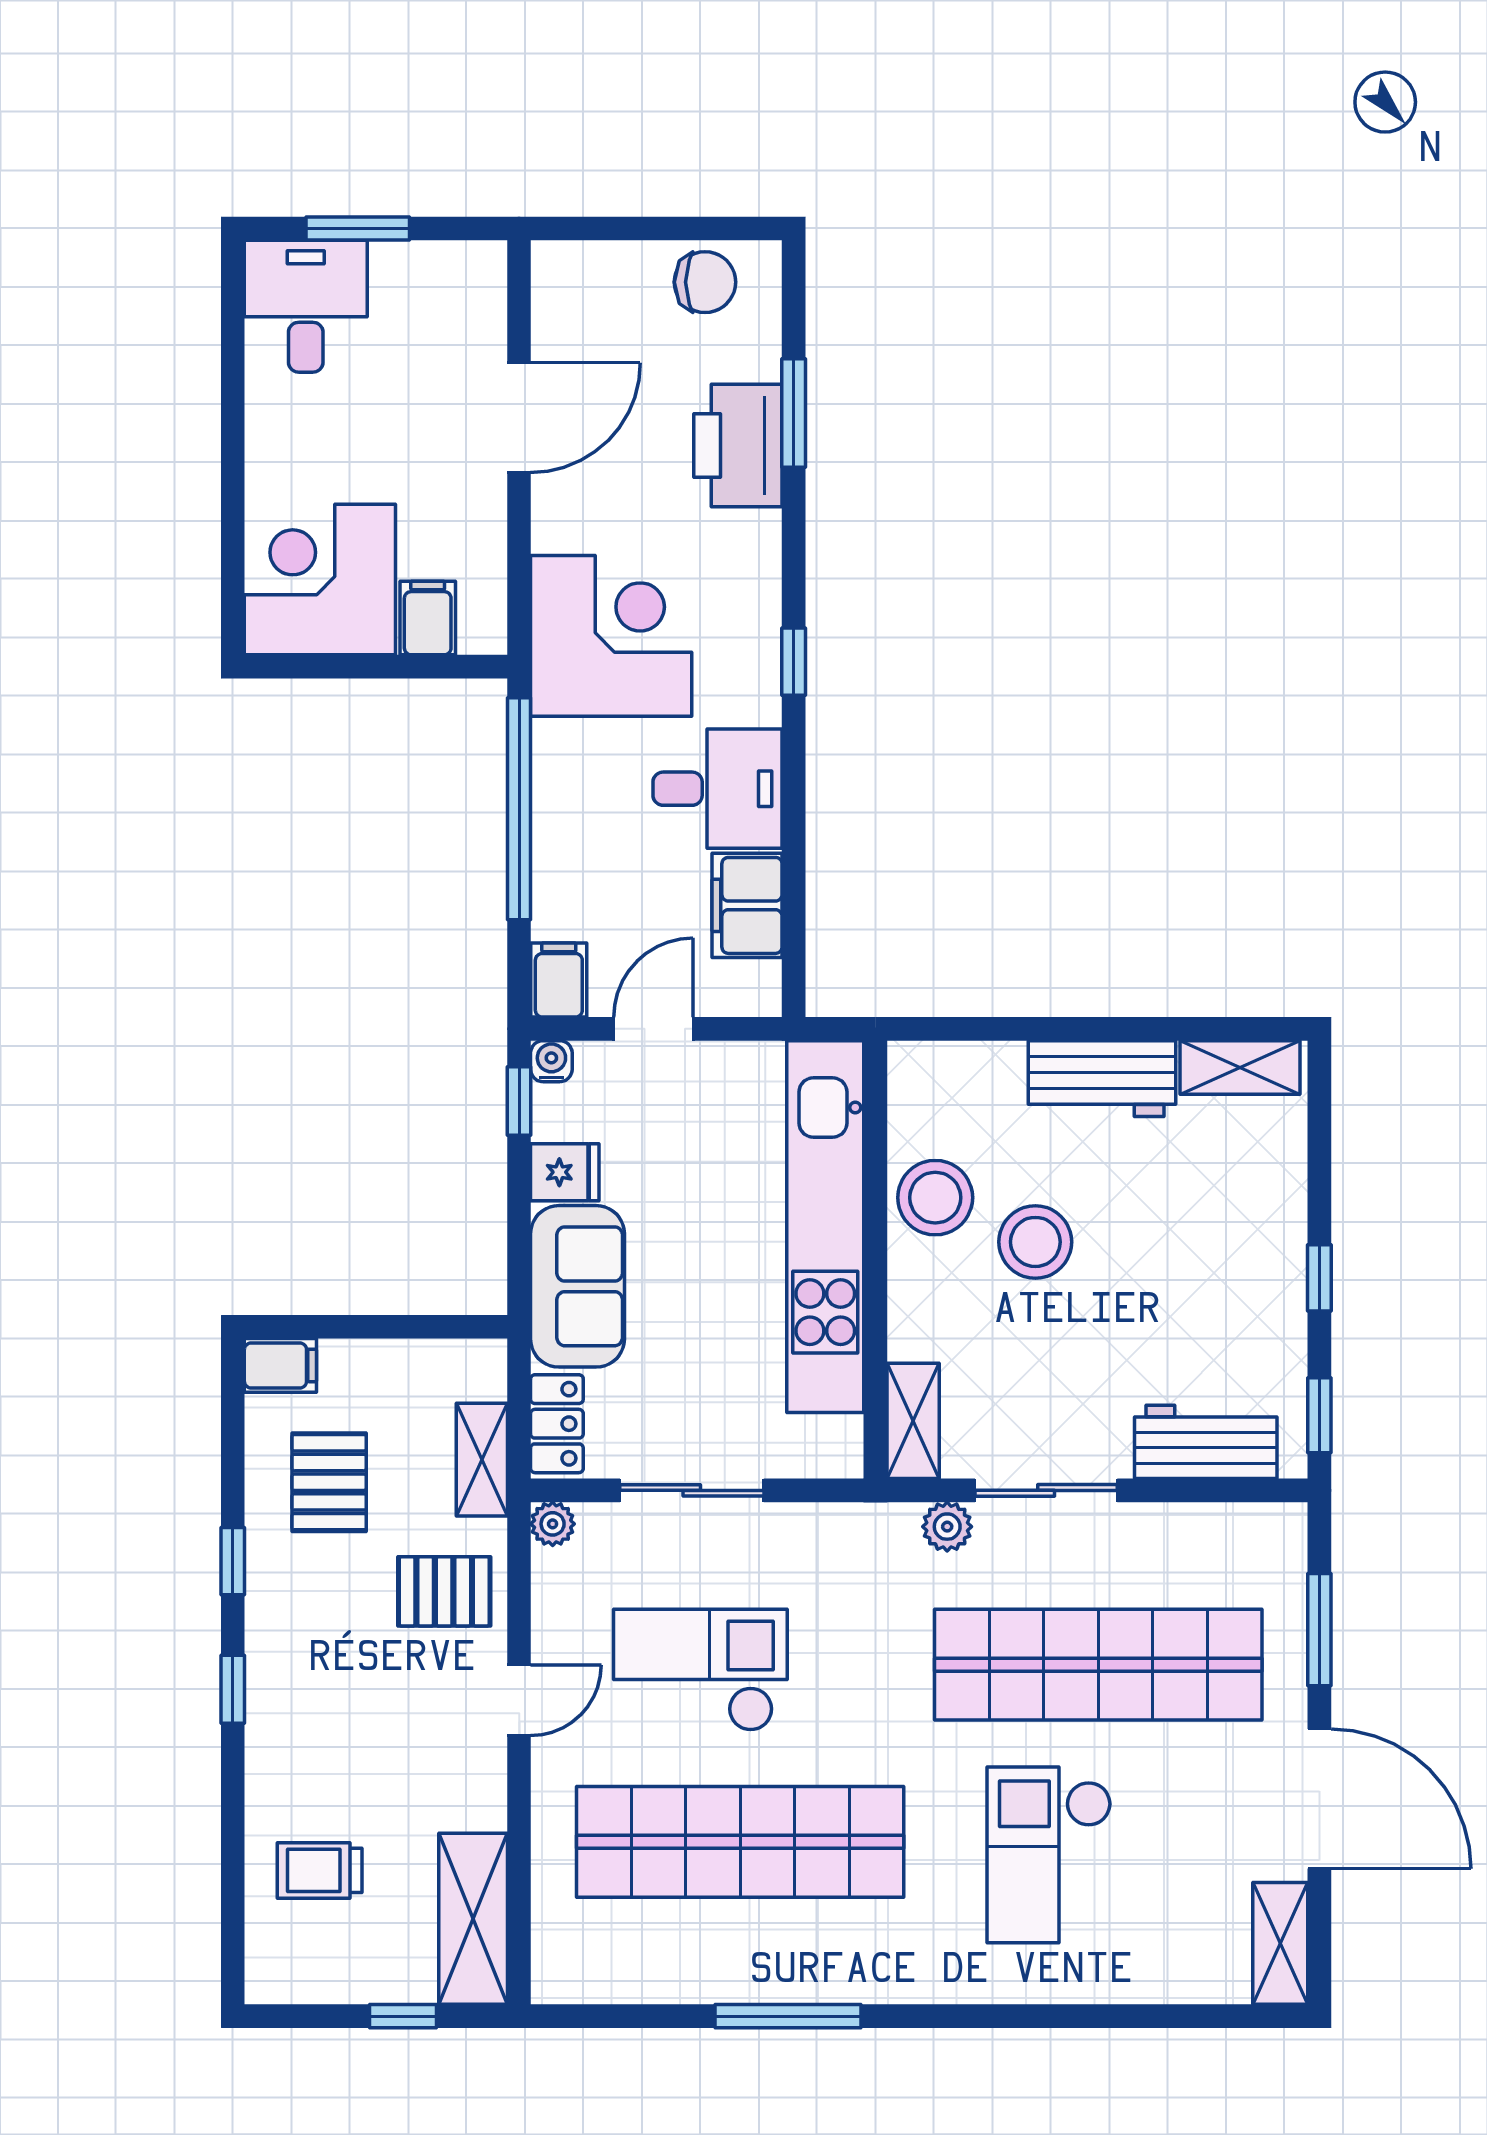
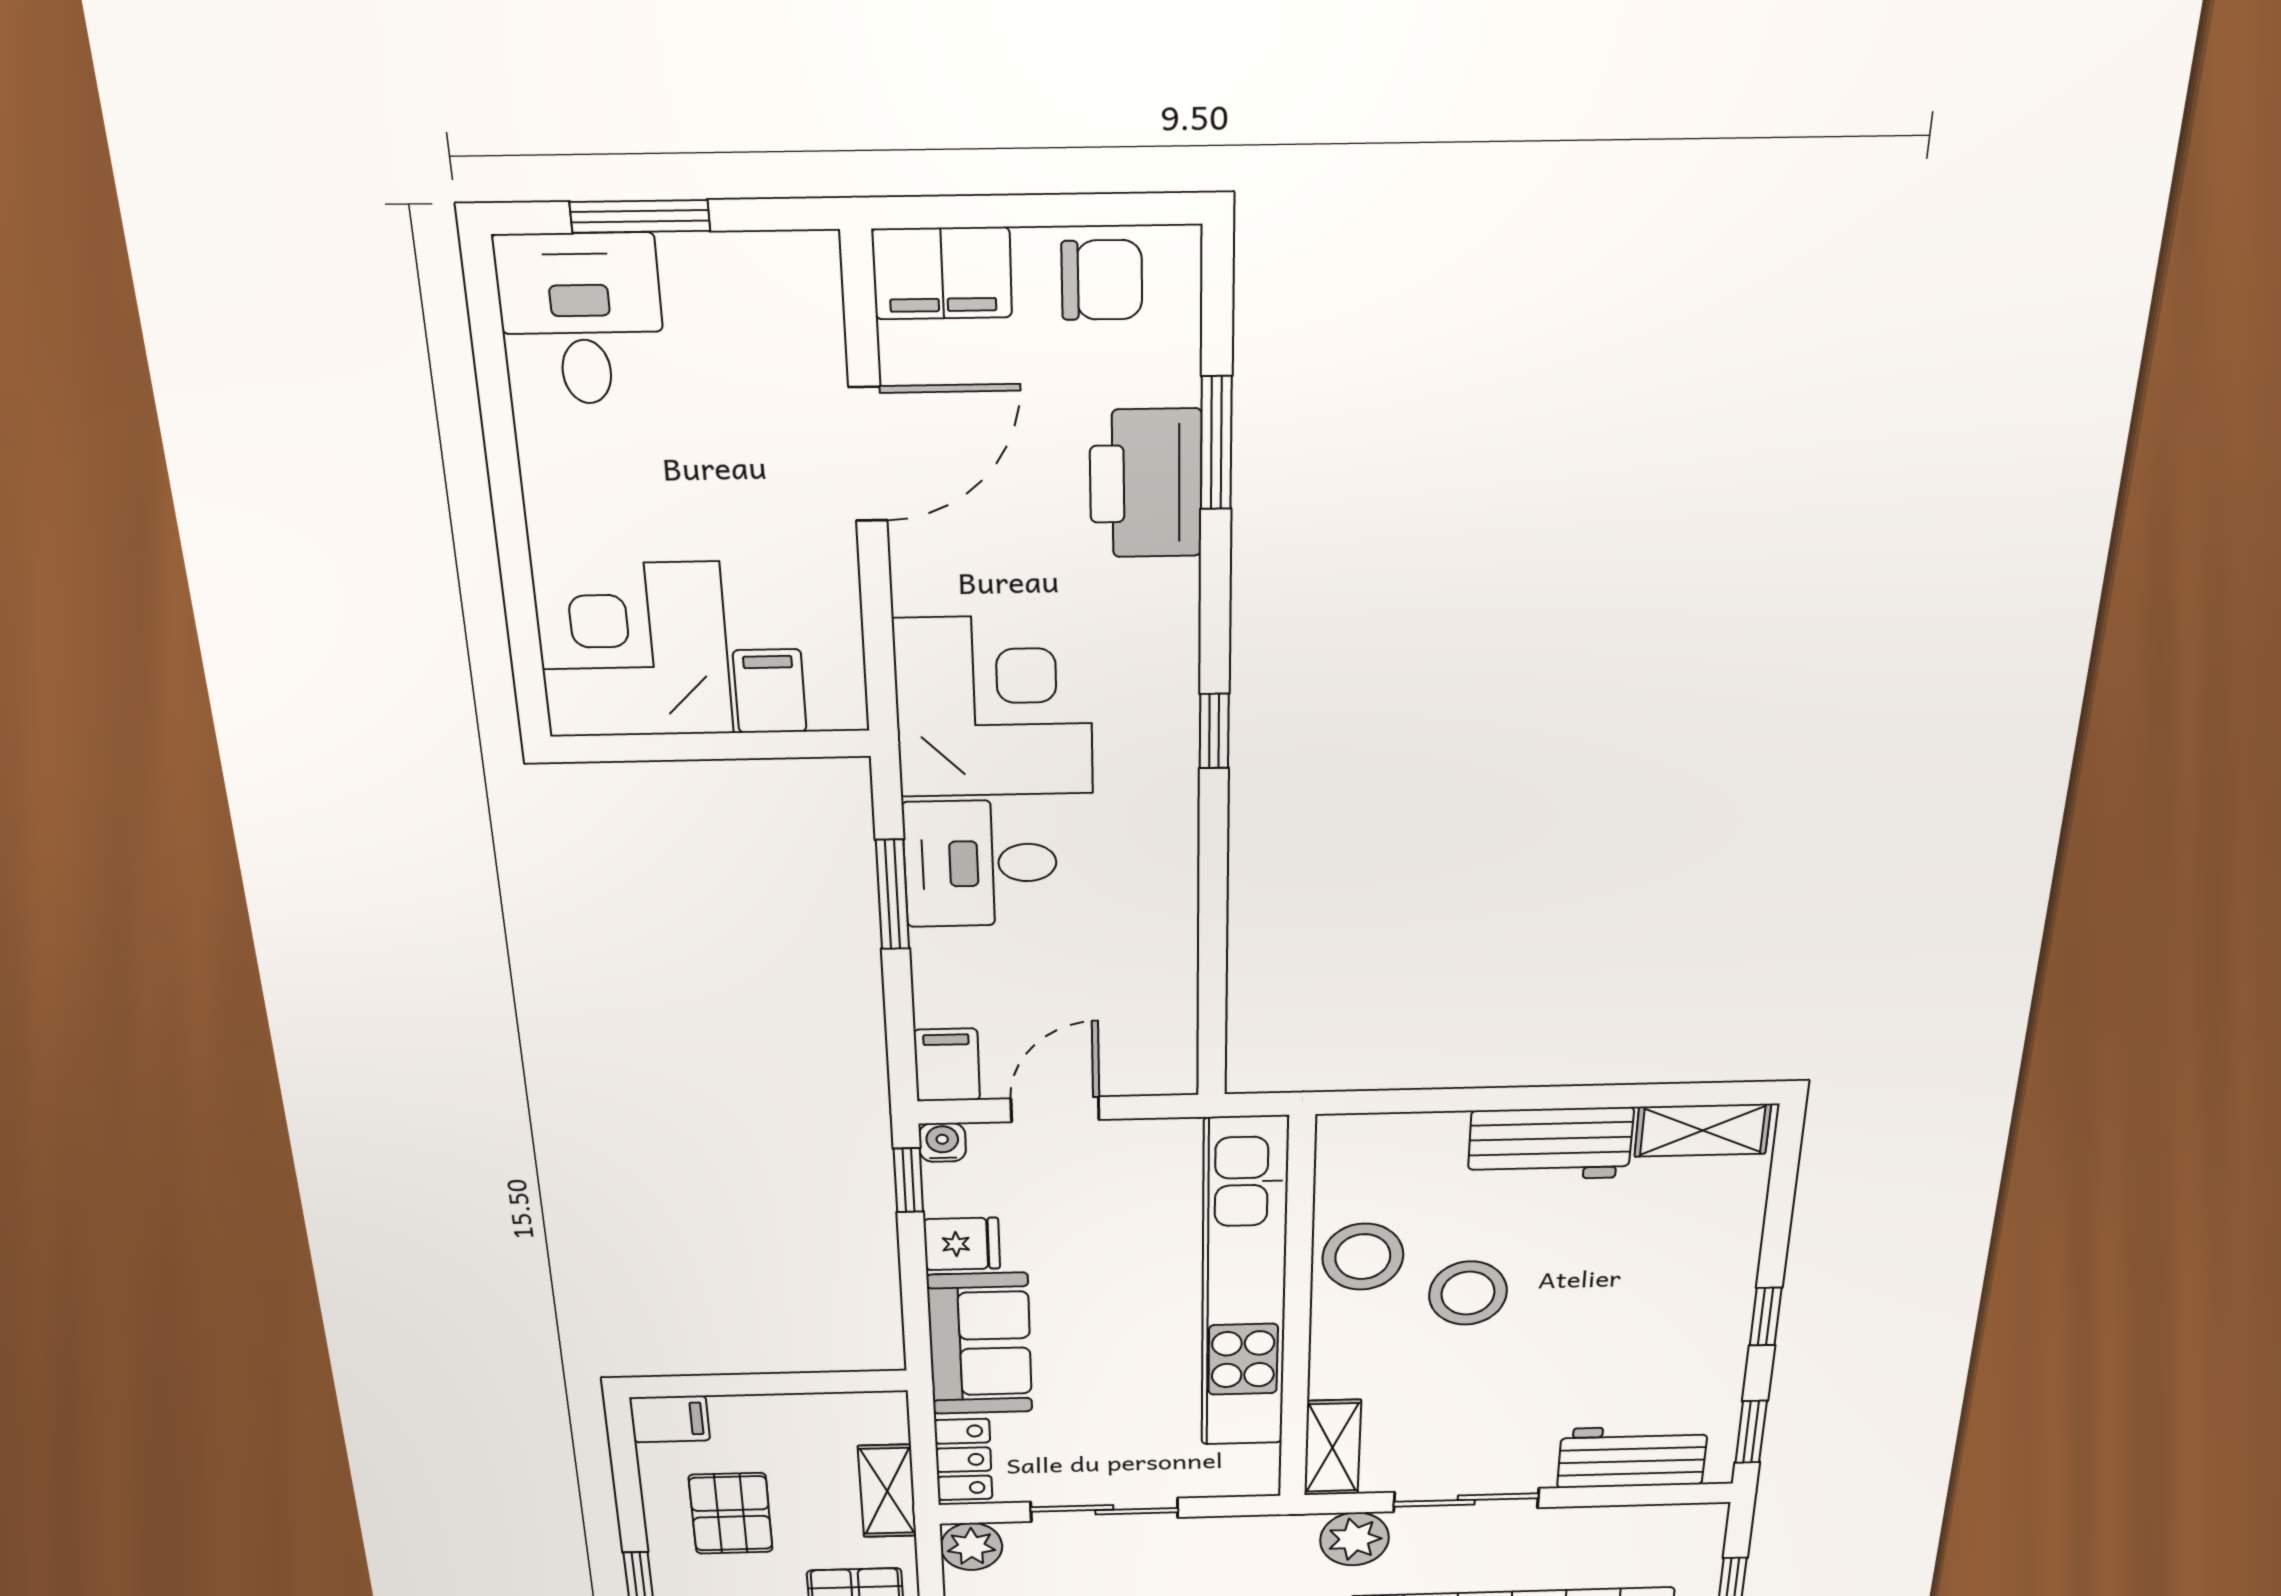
desk: (718, 789) -> (980, 864), moved, turned 180
window: (519, 809) -> (893, 895), width x0.47
filing cabinet: (747, 905) -> (942, 273), moved, turned -90
plant: (553, 1524) -> (971, 1547), width x1.38, depth x1.38
plant: (947, 1527) -> (1354, 1539), width x1.38, depth x1.38

